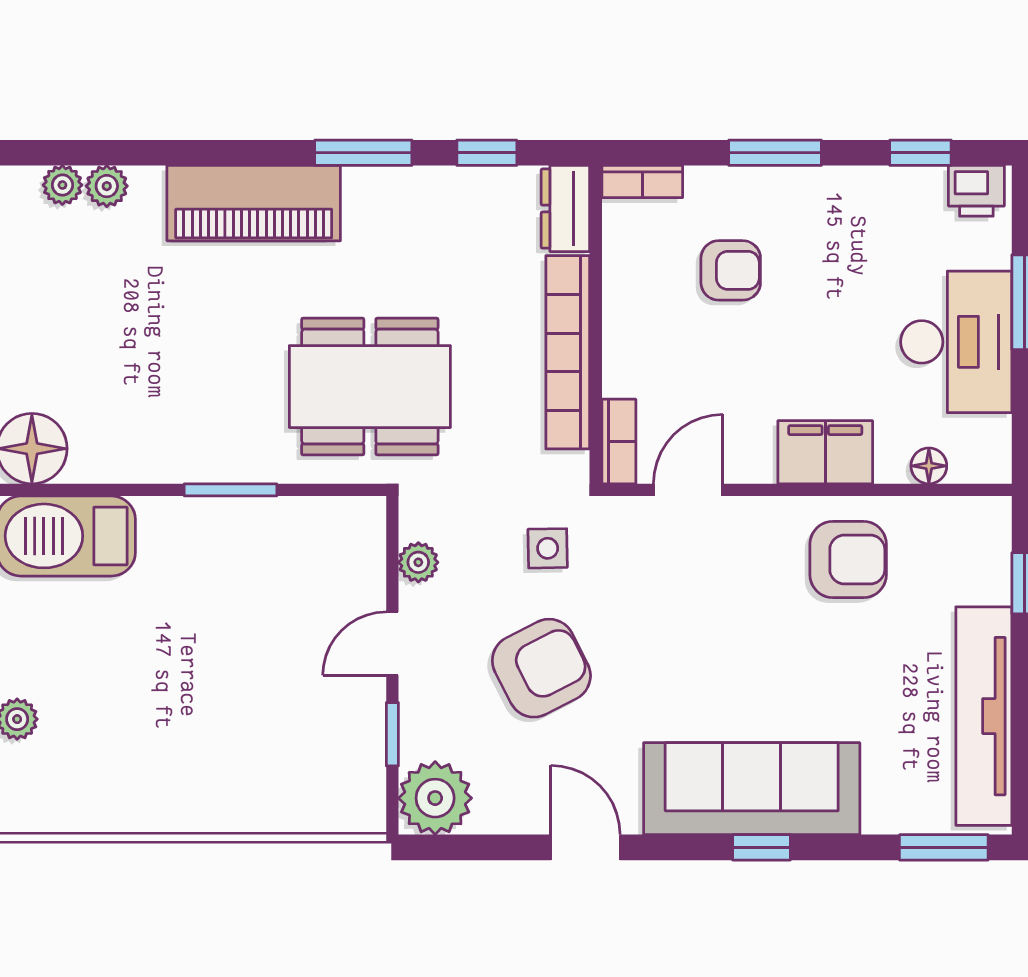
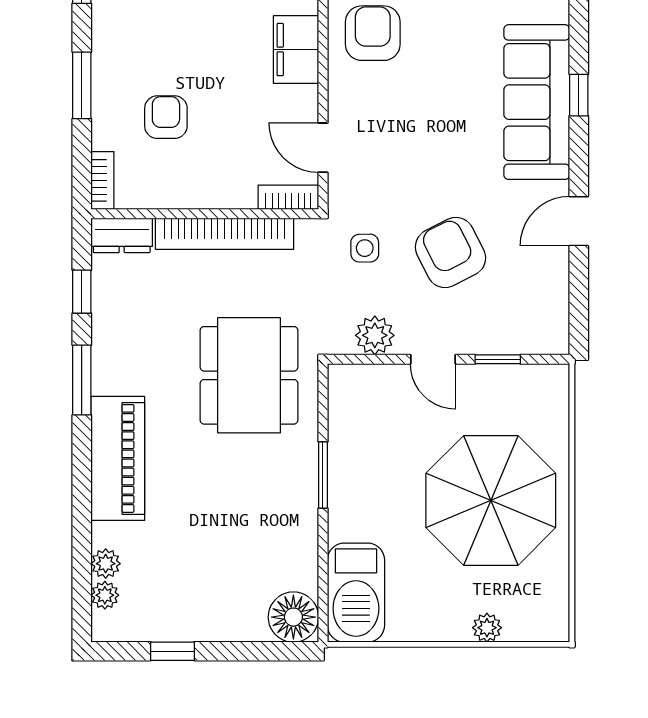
plant: (418, 562) -> (375, 335), width x1.38, depth x1.38
parasol: (195, 724) -> (491, 500), added
plant: (435, 798) -> (543, 329), removed

